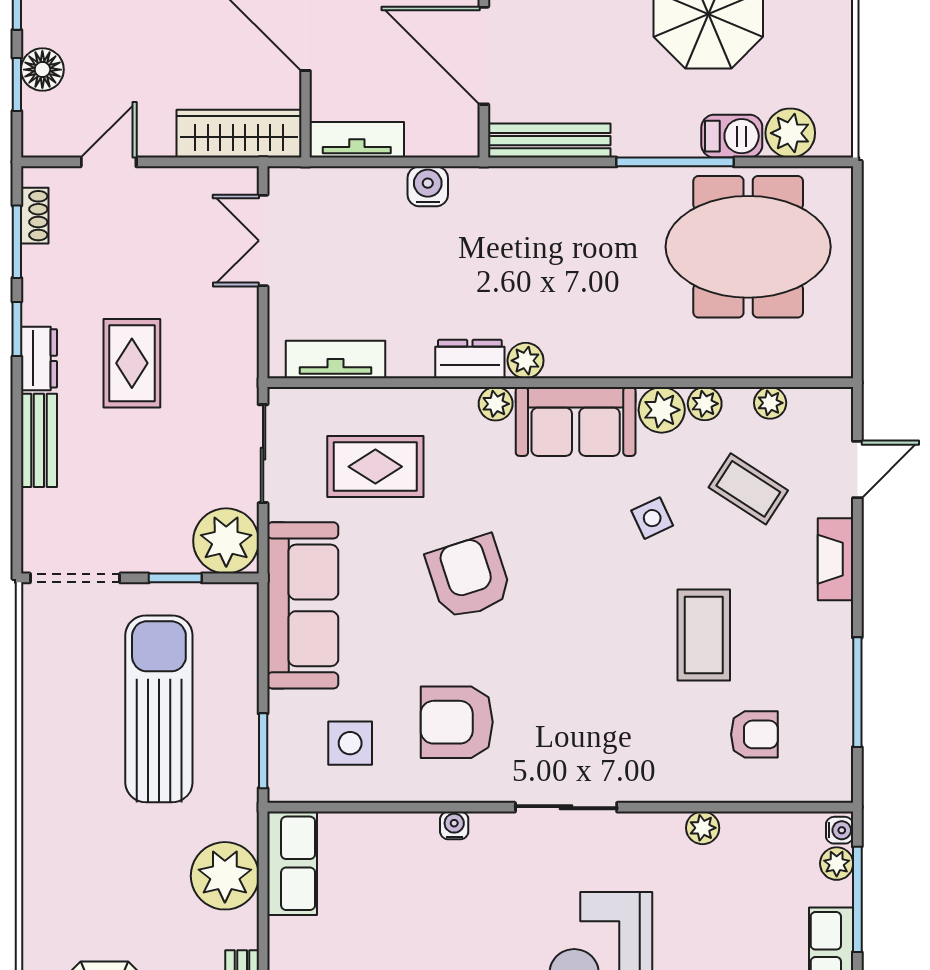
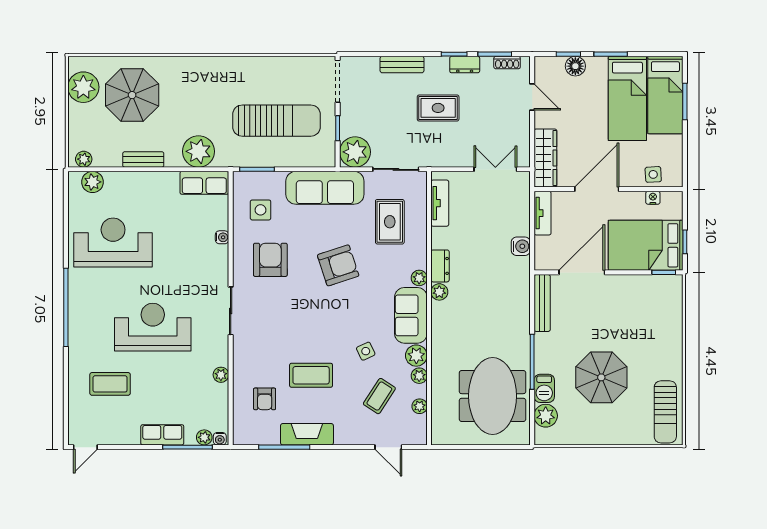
dresser: (39, 358) -> (465, 65), moved
fireplace: (835, 559) -> (307, 434), moved, width x1.37, depth x1.32
water cooler: (454, 825) -> (222, 237), moved

